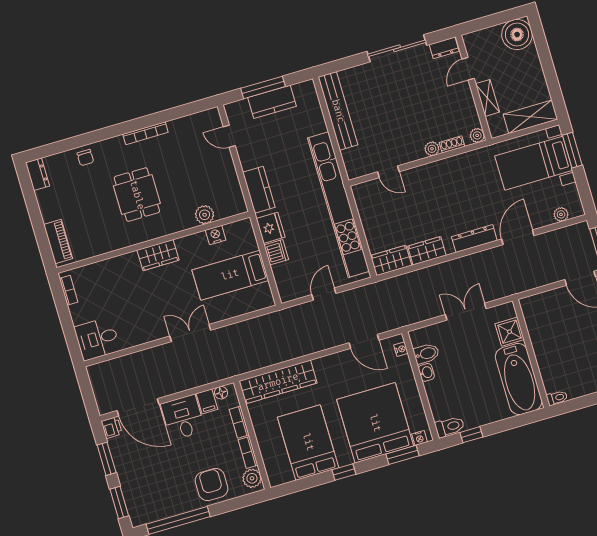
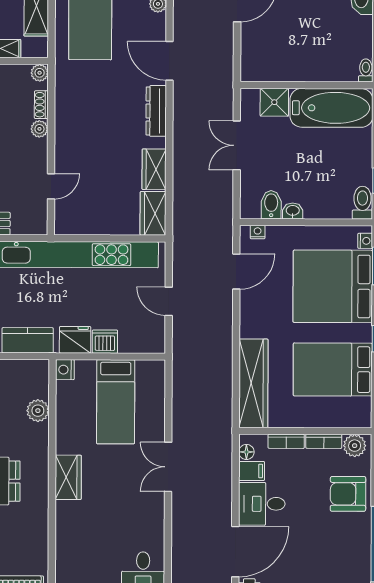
nightstand: (216, 235) -> (65, 370), moved

